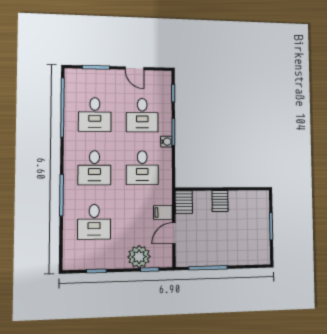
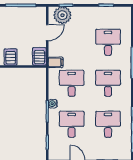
filing cabinet: (163, 212) -> (56, 62), moved
plant: (139, 257) -> (62, 15), moved

